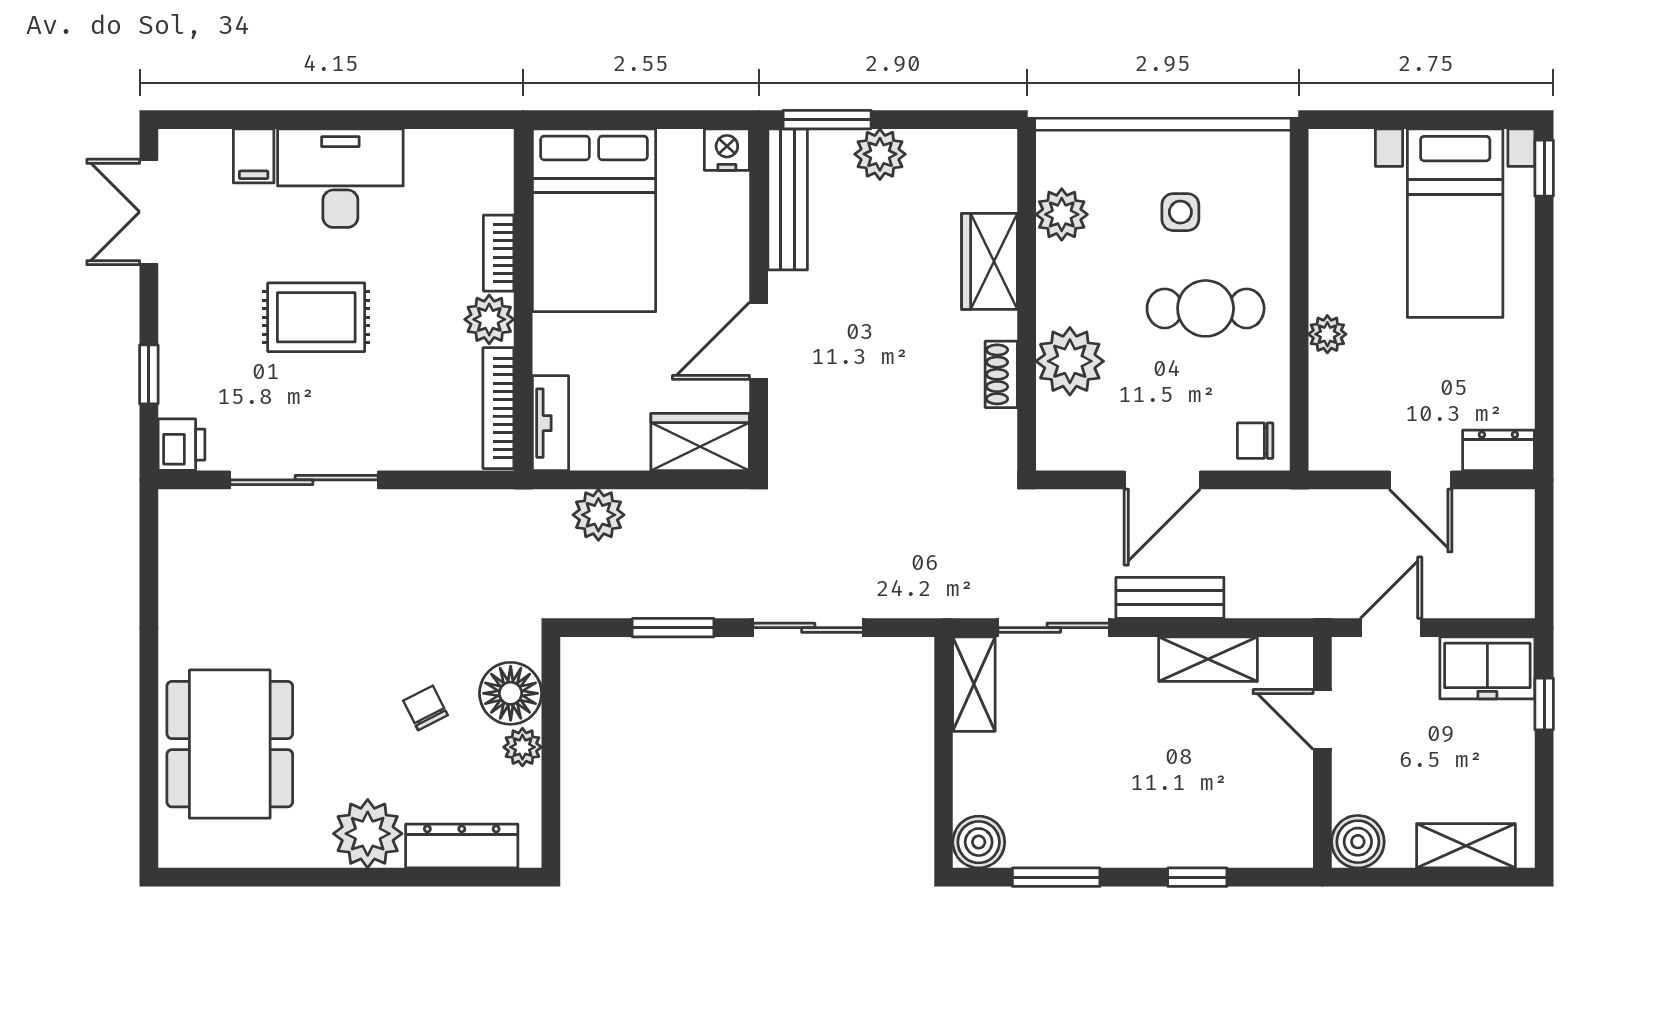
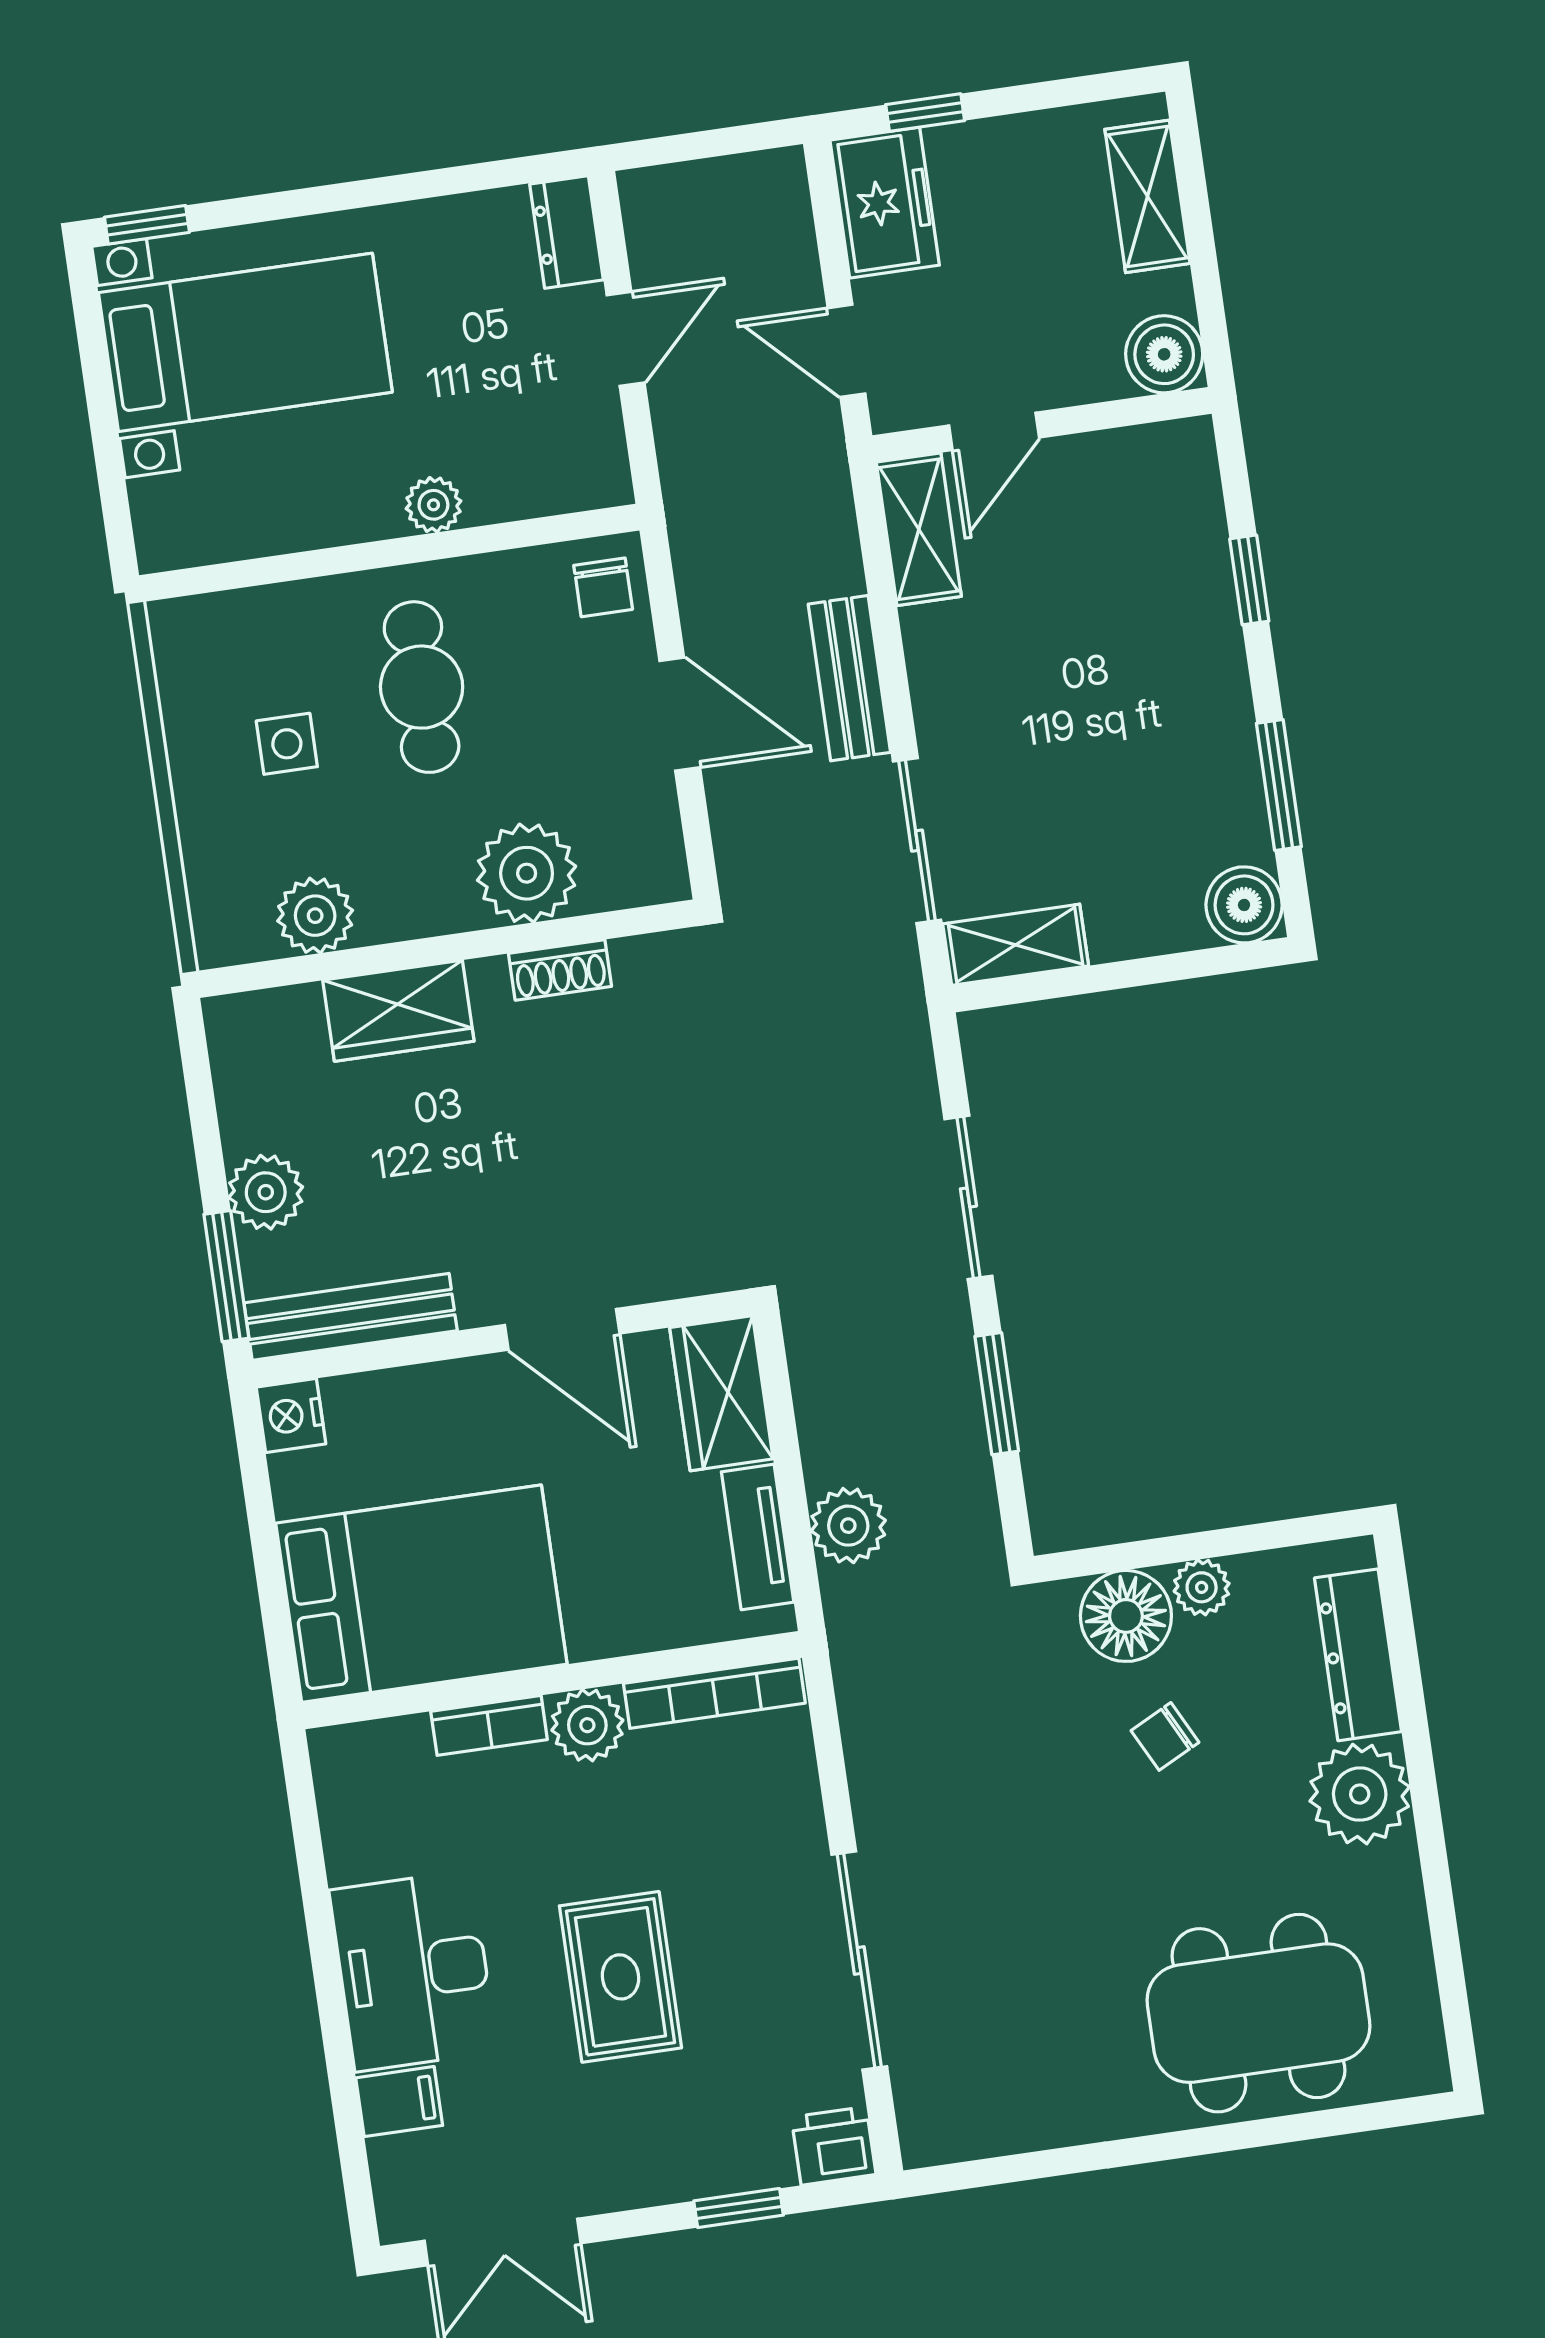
tv unit: (550, 423) -> (758, 1537), moved, turned -90
shelving: (1208, 659) -> (919, 529), moved

